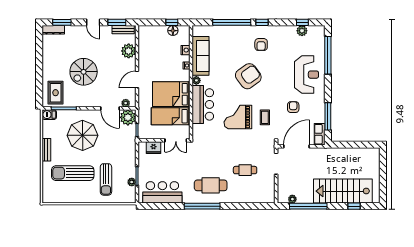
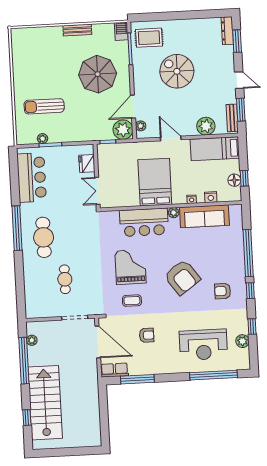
door: (93, 22) -> (239, 80), swing flipped
window: (302, 22) -> (252, 327), moved
reception desk: (307, 75) -> (203, 345), moved
bed: (171, 116) -> (215, 149), moved, turned -90
sun lounger: (73, 173) -> (50, 64), removed

